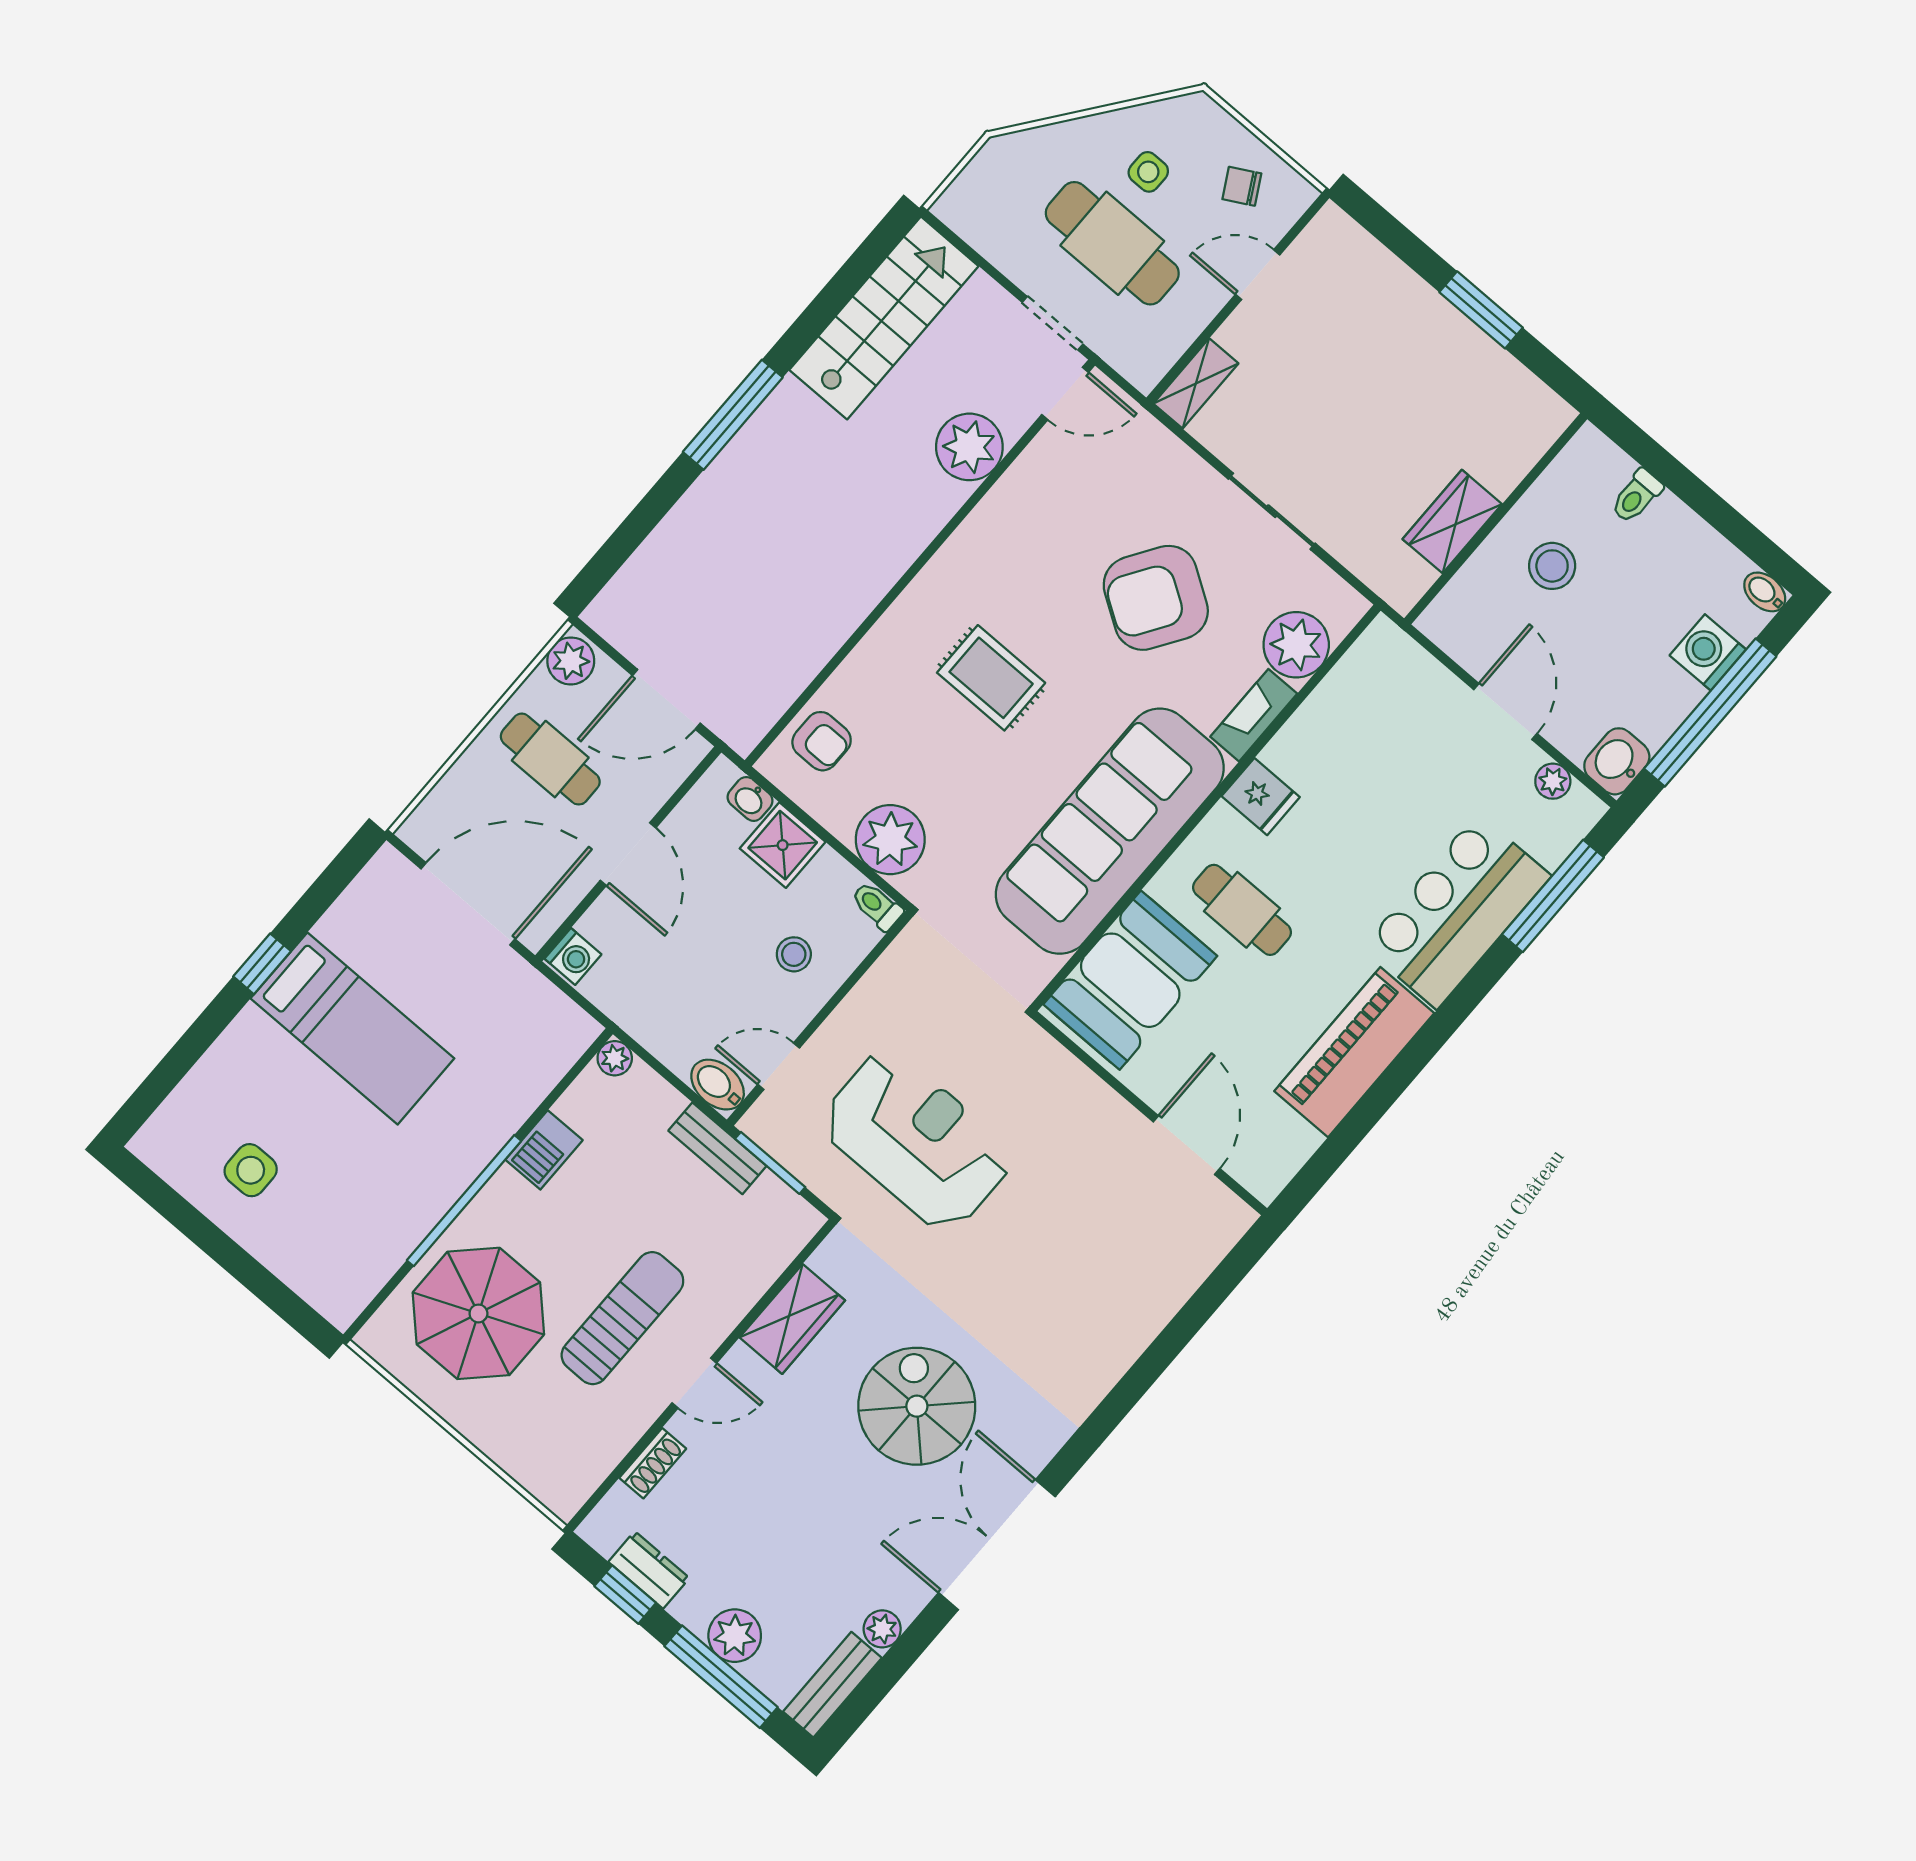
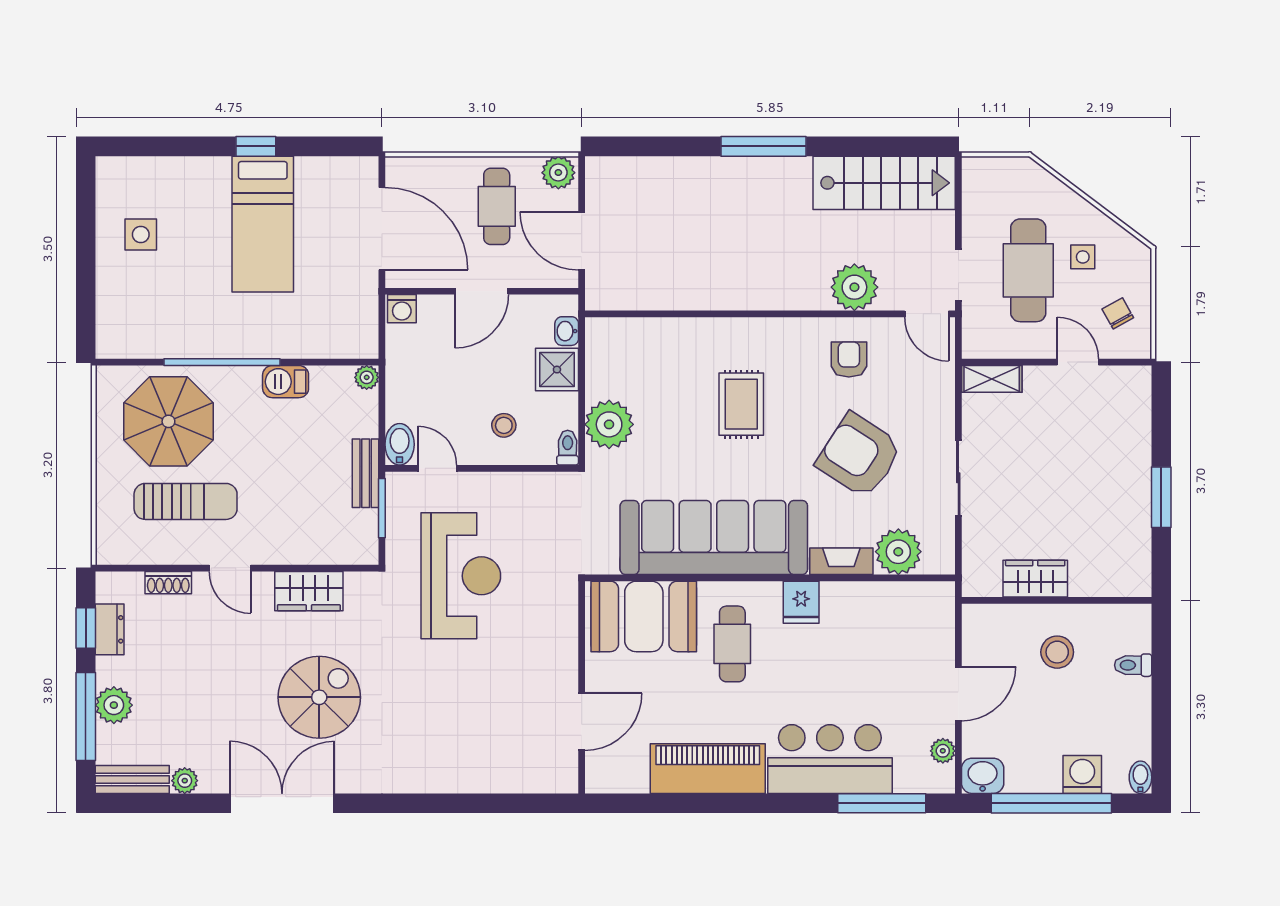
armchair: (822, 741) -> (849, 359), moved, turned 180
sun lounger: (622, 1318) -> (186, 501), moved

